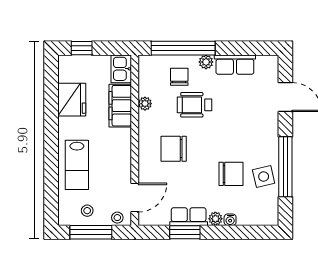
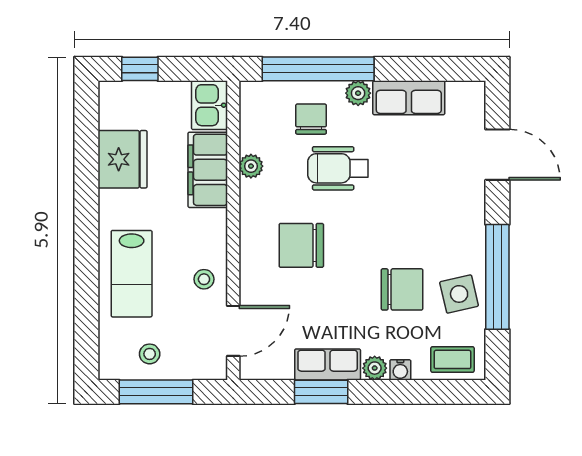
coffee table: (260, 214) -> (452, 359), added
stool: (117, 218) -> (204, 279), moved

